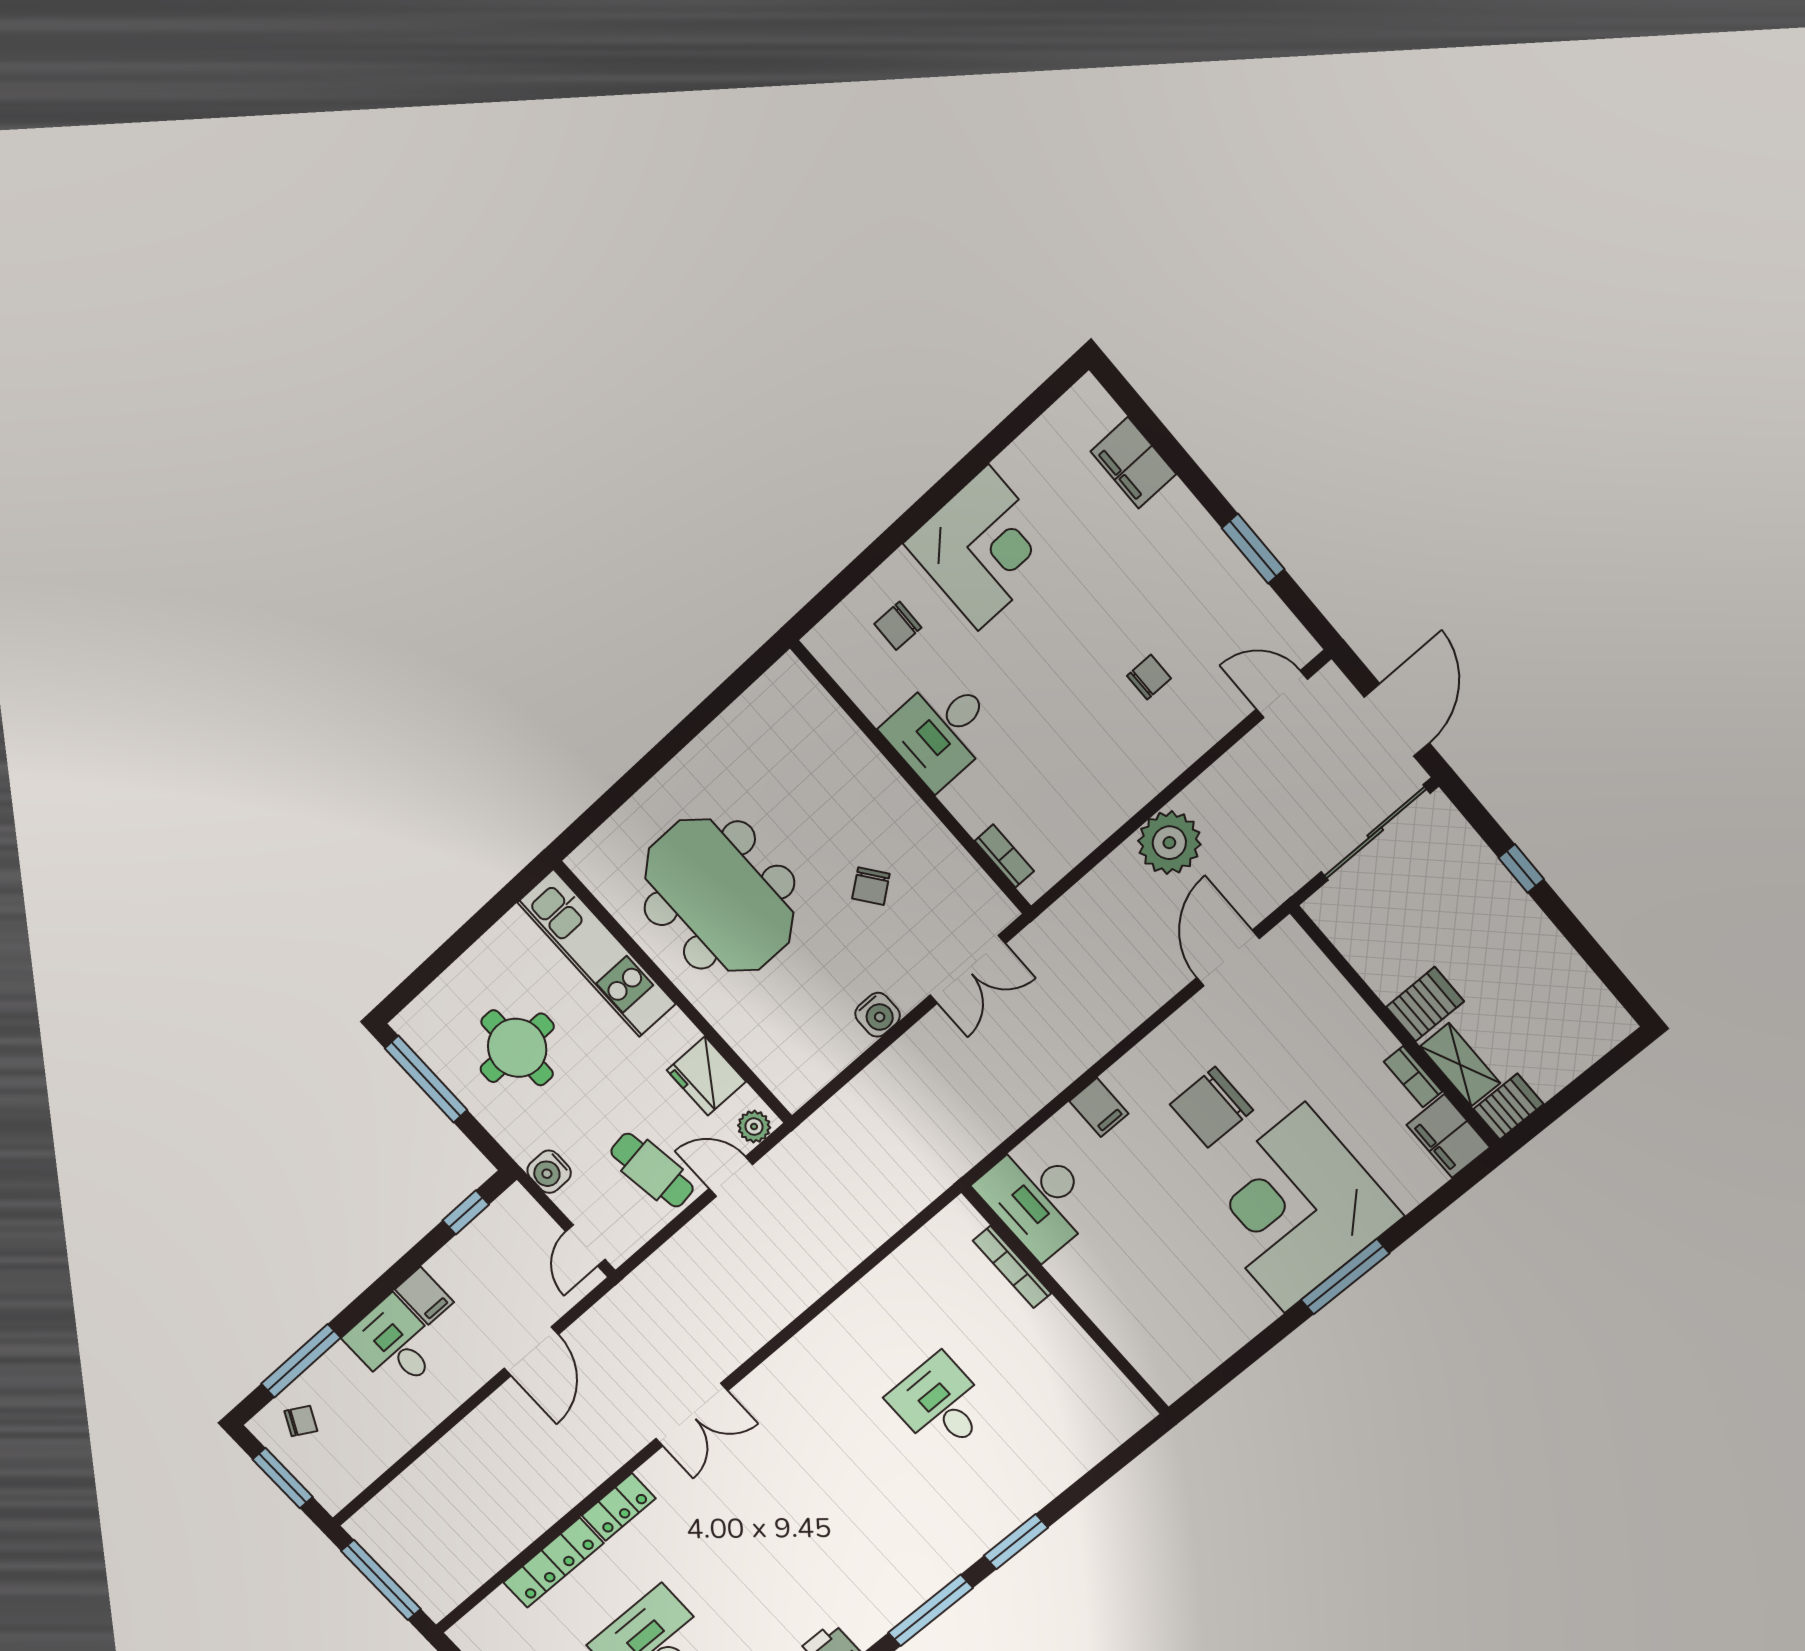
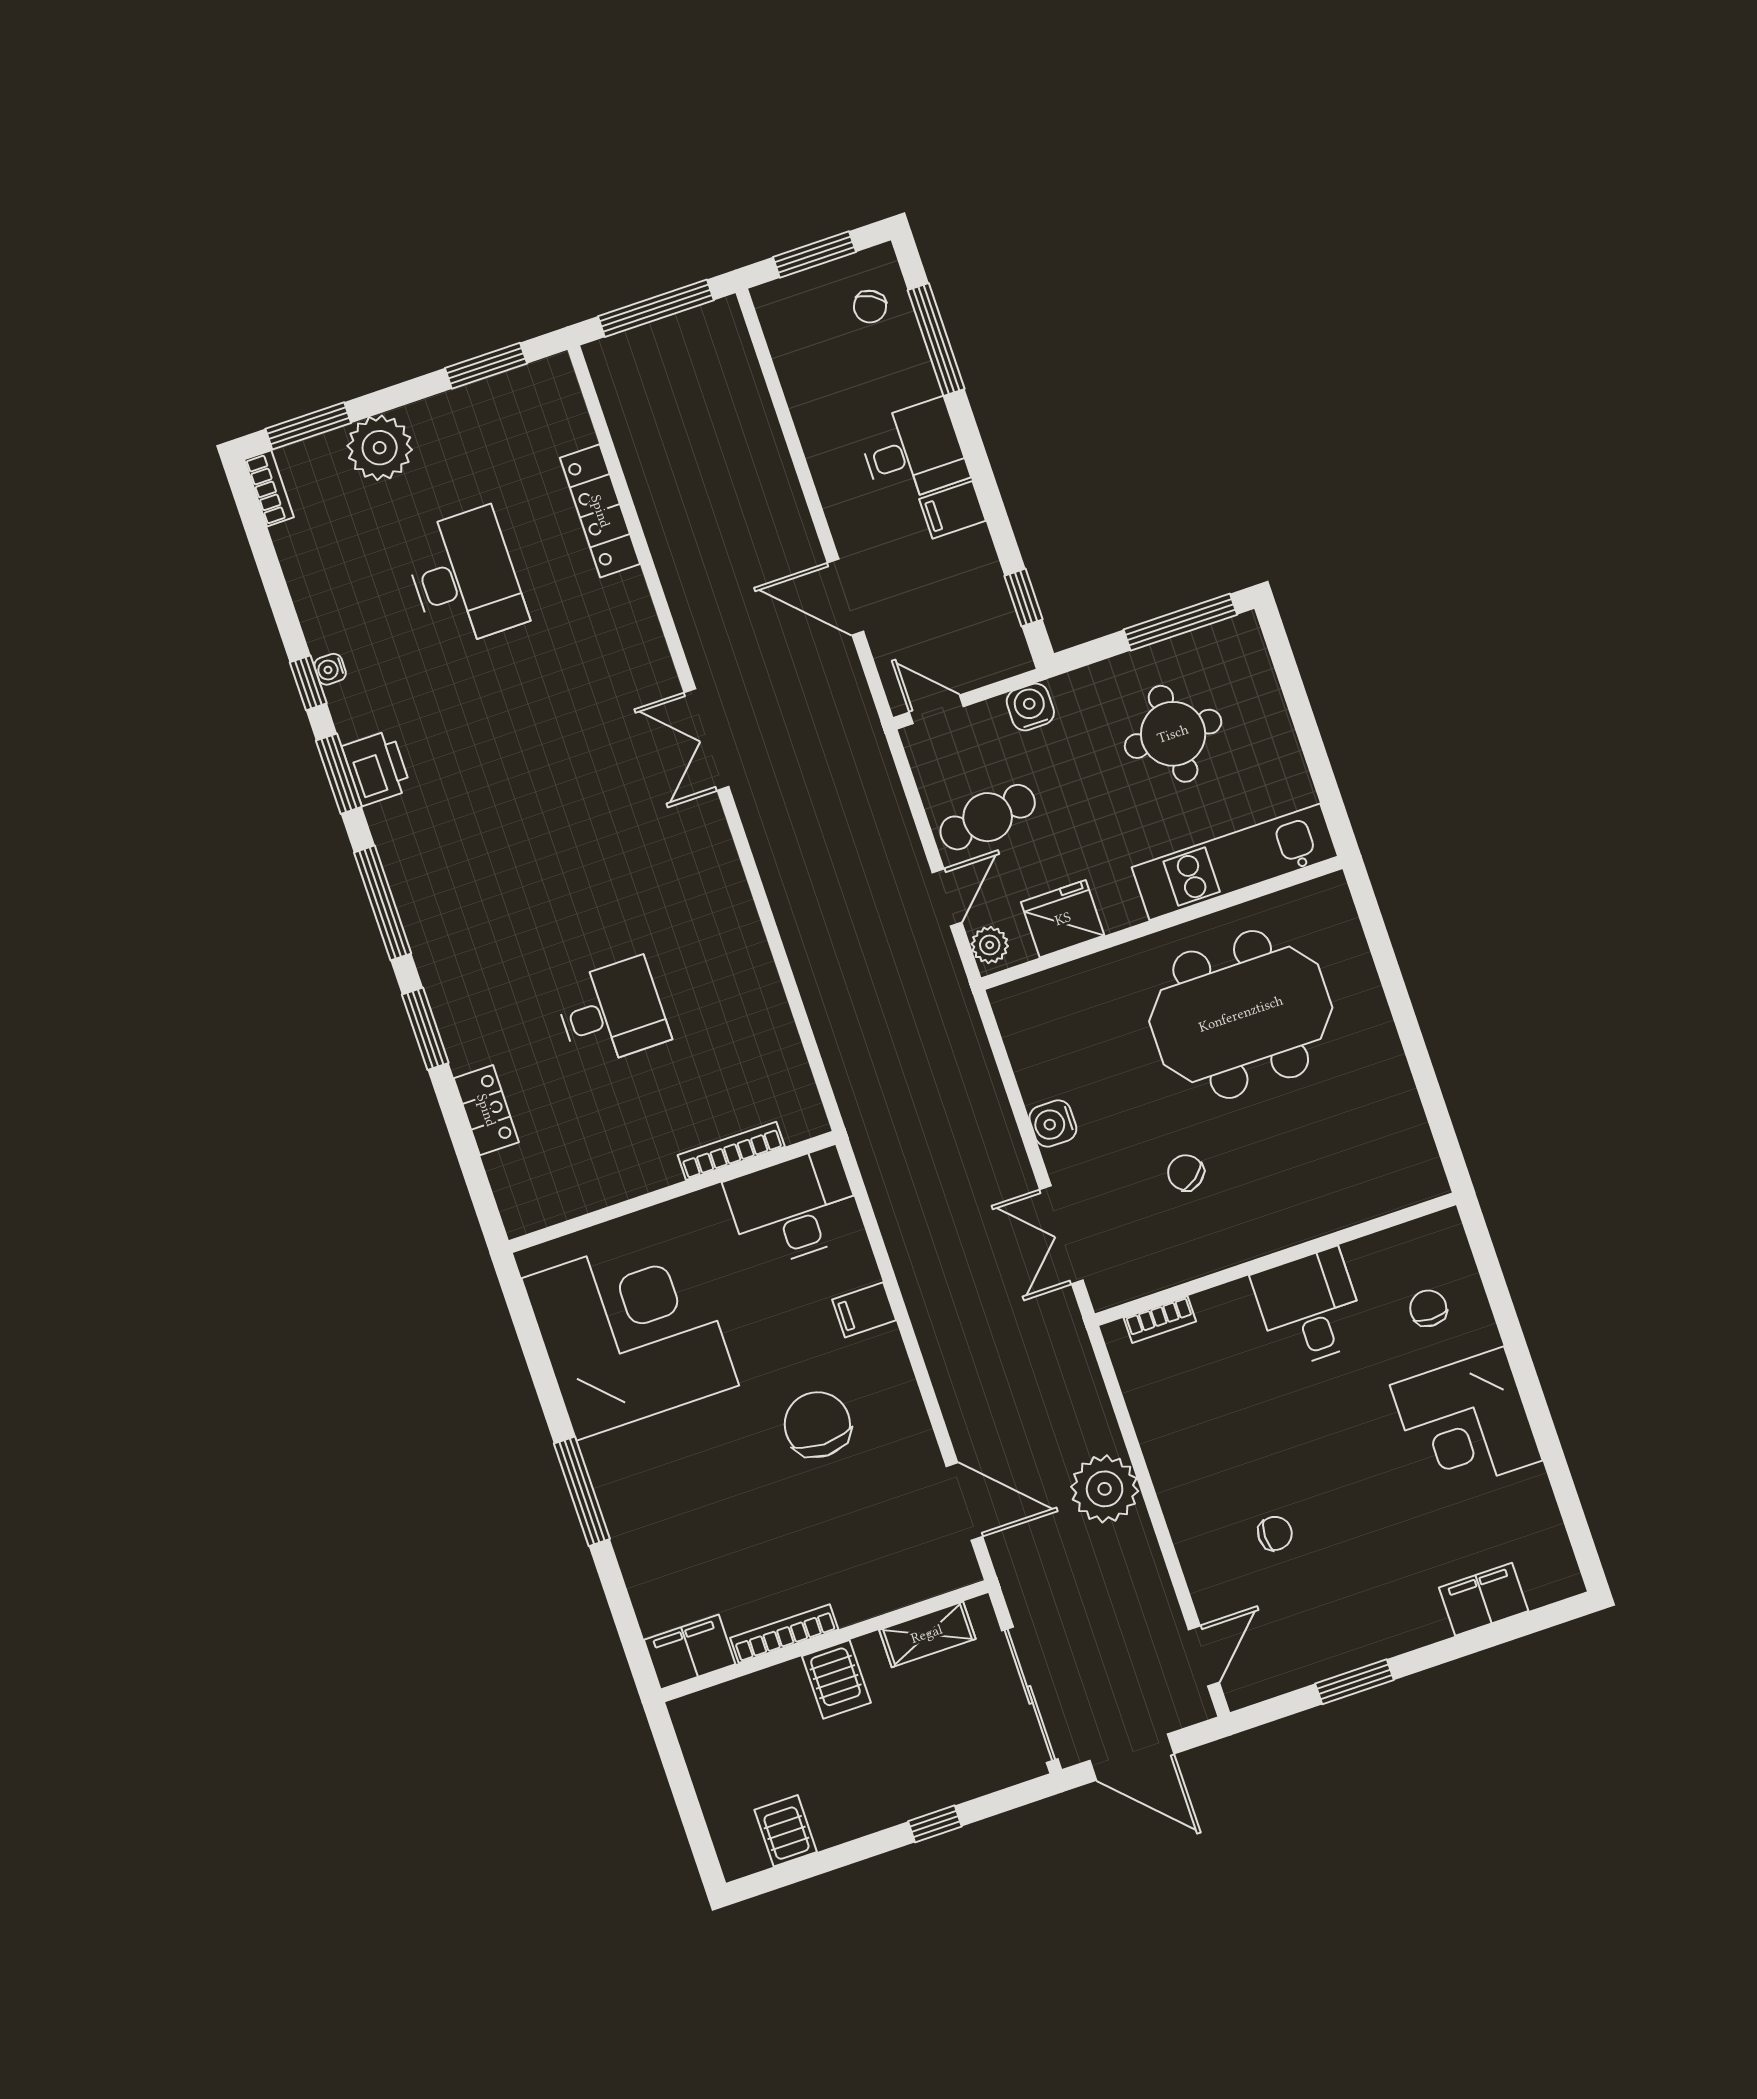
chair: (1149, 677) -> (1275, 1533), turned -90
shelving: (1460, 1065) -> (927, 1634), moved
bookcase: (1413, 1077) -> (784, 1634), width x1.56
server rack: (1509, 1107) -> (786, 1831), moved, turned 180
corner desk: (1295, 1208) -> (630, 1332), moved
locker: (619, 1507) -> (486, 1110), moved, turned 180

